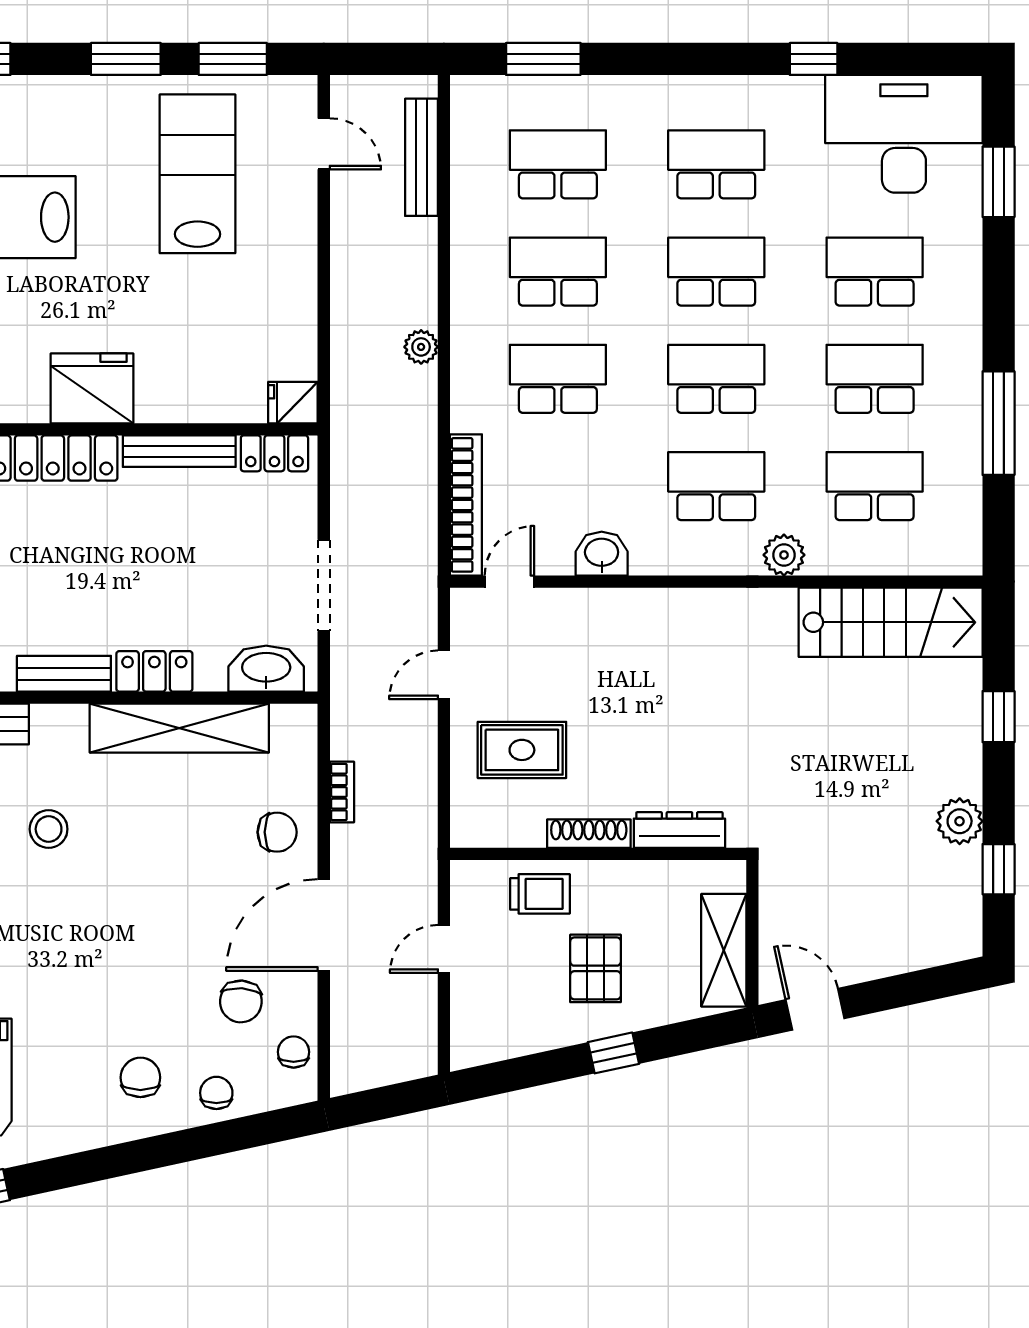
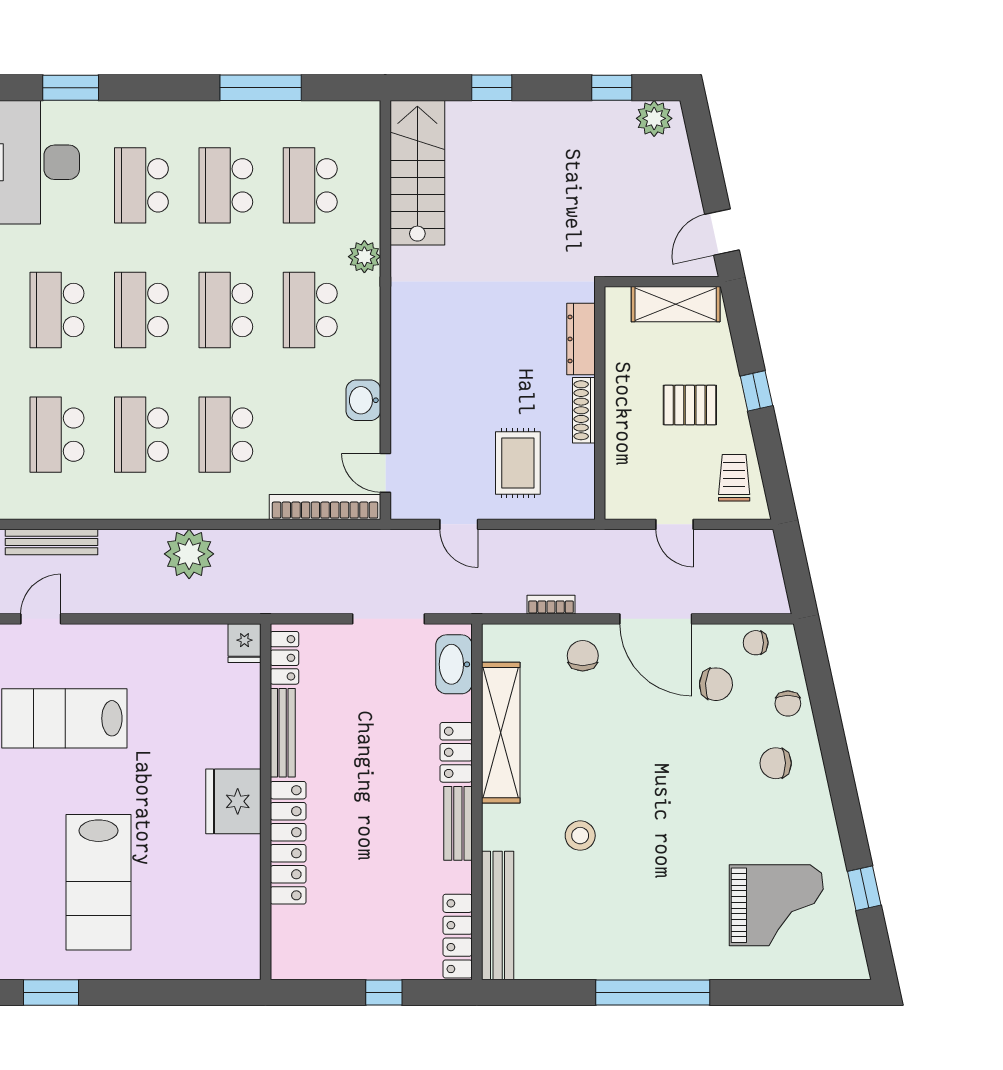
plant: (421, 347) -> (189, 554), width x1.87, depth x1.87
plant: (960, 821) -> (654, 118), moved
trolley: (540, 894) -> (734, 478), moved
chair: (216, 1093) -> (788, 704), turned -90

